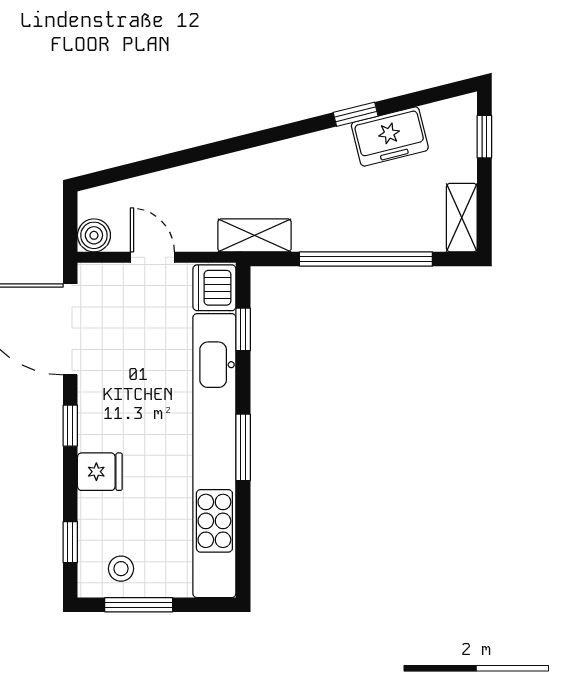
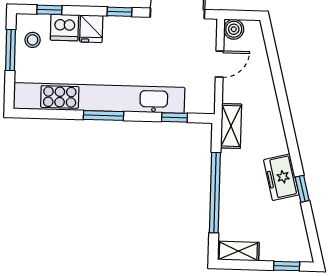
freezer: (390, 136) -> (281, 177), moved
dishwasher: (214, 288) -> (64, 27), moved, turned 180

